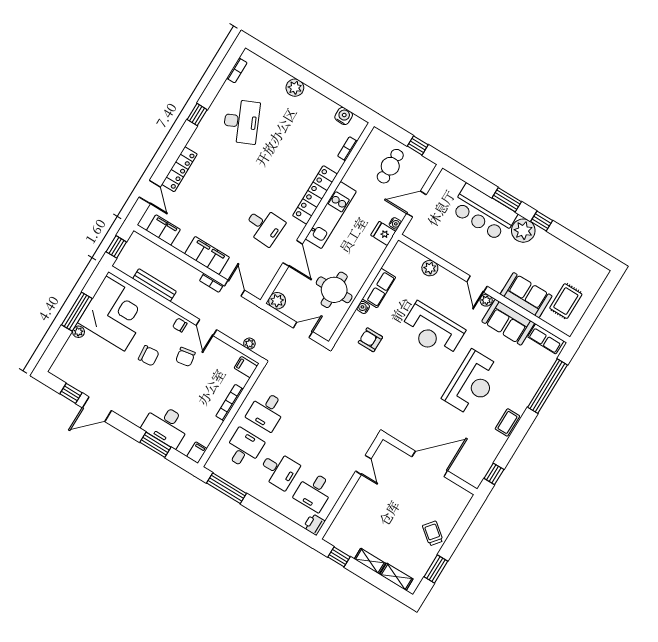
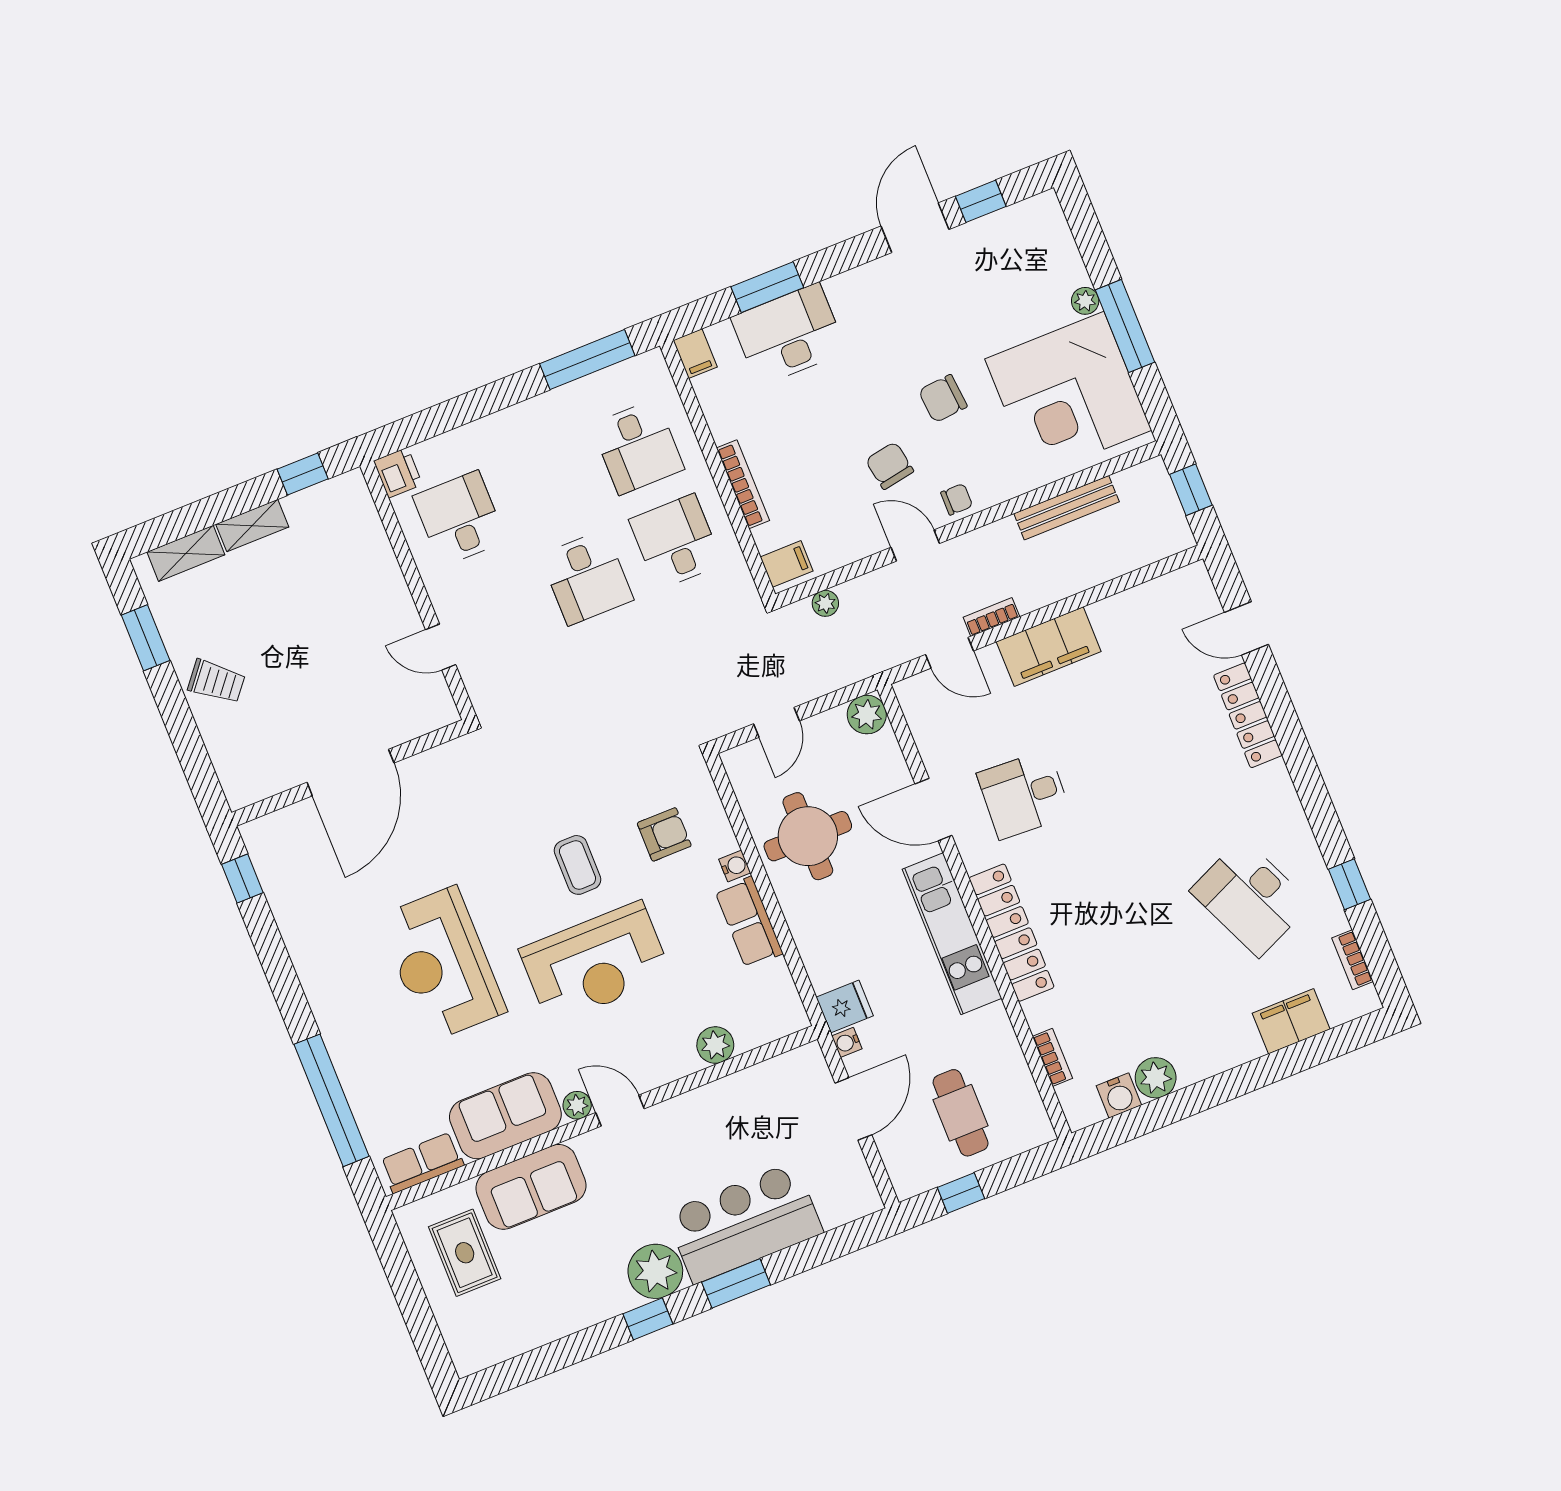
plant: (295, 88) -> (1156, 1078), moved
window: (197, 115) -> (1349, 884), moved
filing cabinet: (163, 230) -> (1291, 1021), moved, turned 180
reception desk: (432, 330) -> (595, 963), turned 180
coffee table: (507, 422) -> (577, 865), moved
desk: (279, 470) -> (587, 578), moved, turned -90

